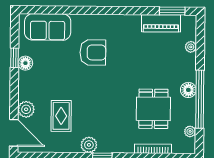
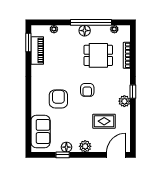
armchair: (105, 93) -> (87, 90), added
plant: (26, 109) -> (85, 146), moved

